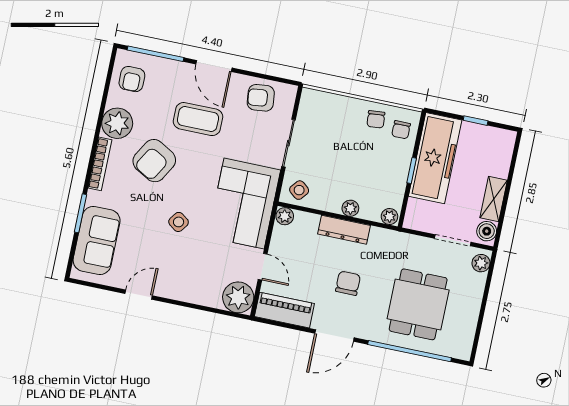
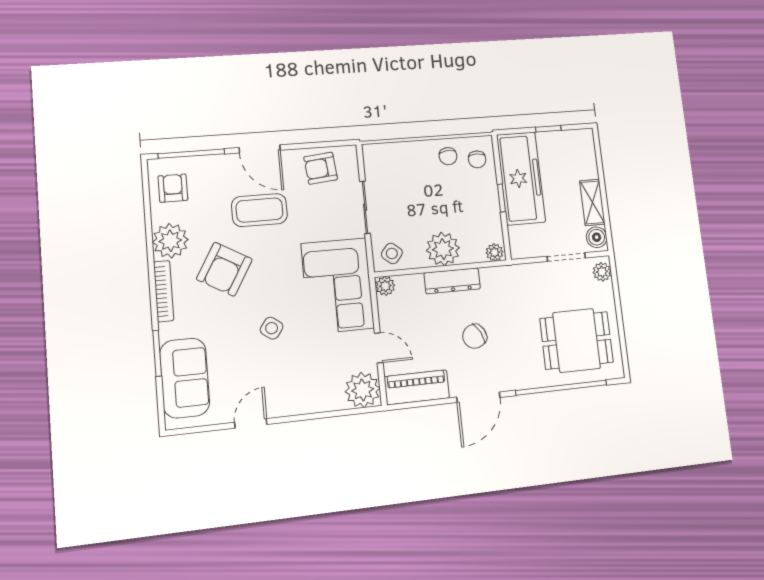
armchair: (132, 79) -> (173, 188), turned 180
plant: (350, 208) -> (443, 249), width x1.88, depth x1.88
chair: (348, 283) -> (475, 336), turned -118
dining table: (418, 304) -> (577, 340), moved, turned 90

